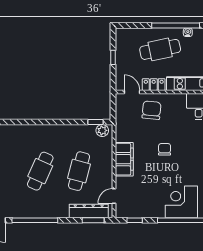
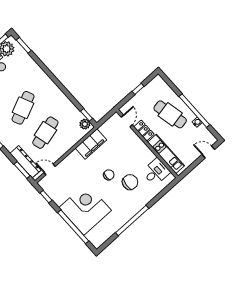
chair: (152, 110) -> (130, 182), moved
filing cabinet: (124, 159) -> (91, 144), moved
cafe table: (40, 171) -> (23, 108), turned -48
cafe table: (79, 171) -> (45, 133), turned -30
corner desk: (181, 202) -> (85, 209), width x1.36, depth x1.36

